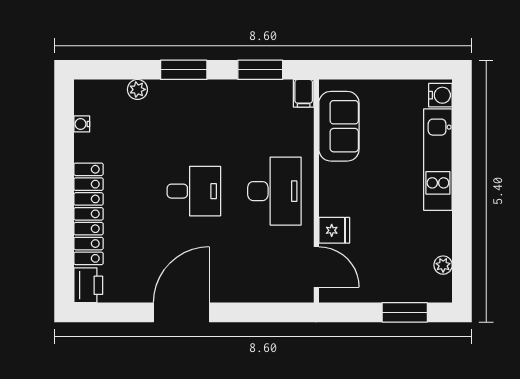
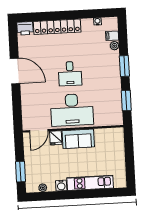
filing cabinet: (304, 93) -> (112, 36), moved
water cooler: (440, 95) -> (61, 186), moved
sofa: (339, 126) -> (78, 139), moved
desk: (274, 191) -> (72, 110), width x1.36, depth x1.30

